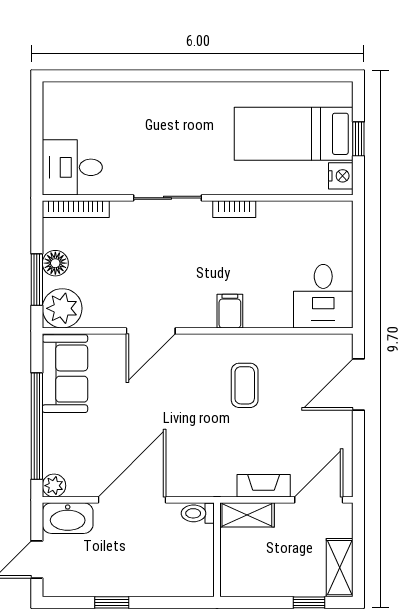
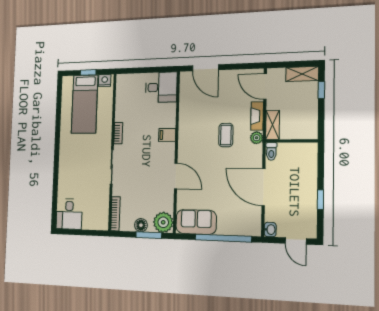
desk: (72, 167) -> (69, 214), moved
coffee table: (245, 385) -> (226, 135), moved, turned 90
plant: (54, 486) -> (257, 138), moved
washbasin: (68, 518) -> (270, 230), width x0.52, depth x0.69

